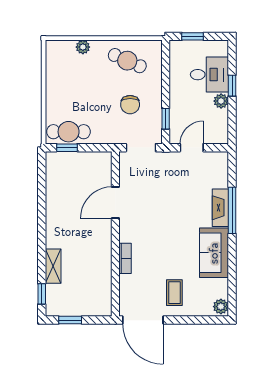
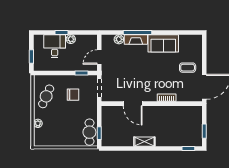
door: (192, 148) -> (99, 57), hinge flipped
shelving: (53, 266) -> (144, 142), moved
plant: (221, 307) -> (119, 39), moved

